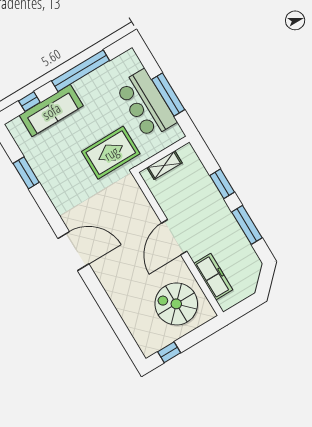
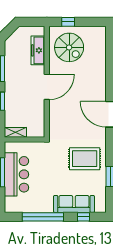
rug: (111, 153) -> (85, 159), moved
shelving: (164, 165) -> (15, 132), moved
window: (169, 352) -> (68, 22), moved

